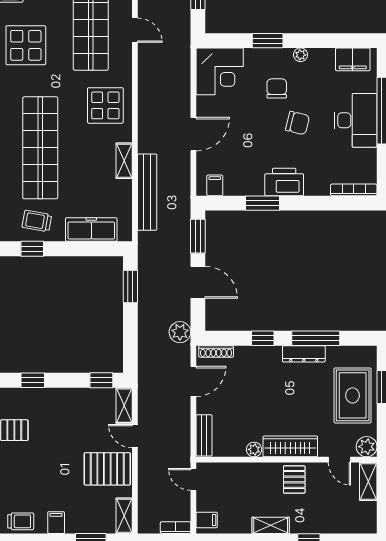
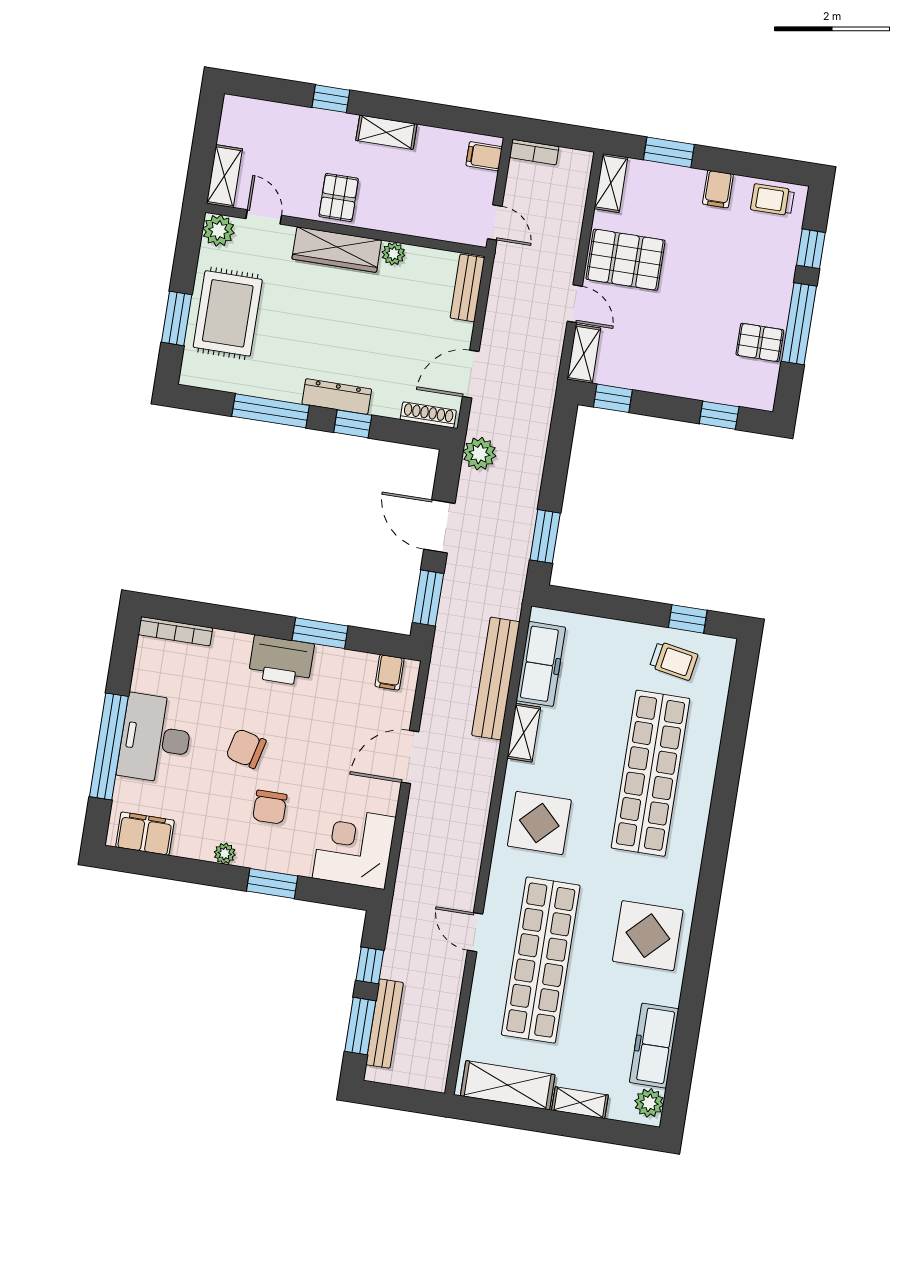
freezer: (91, 230) -> (541, 664), moved, turned -90
dresser: (304, 354) -> (337, 396), moved

